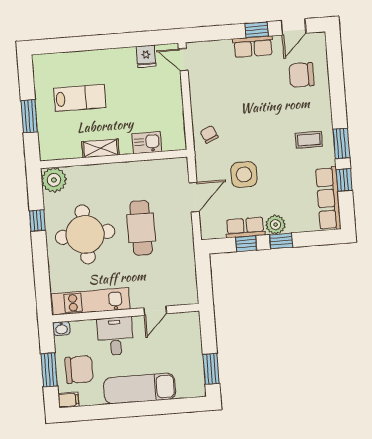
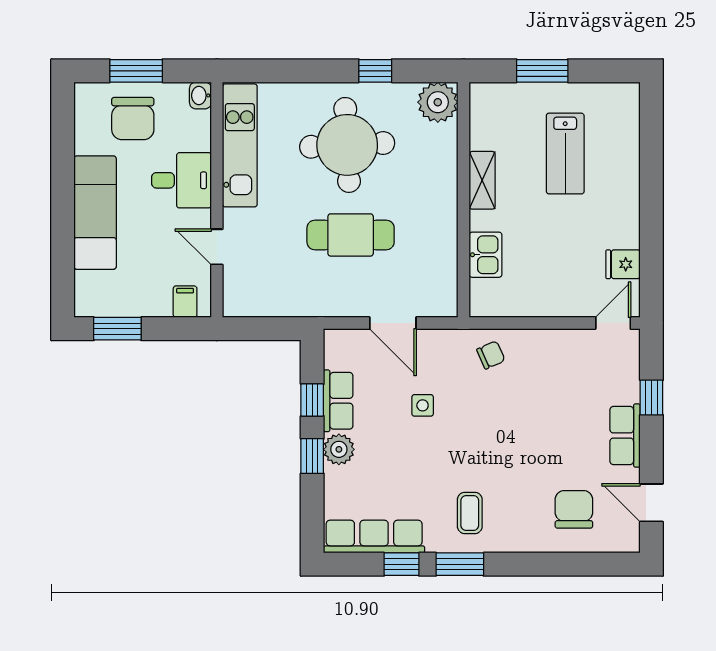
window: (257, 30) -> (651, 397), moved
side table: (244, 175) -> (423, 405), width x0.54, depth x0.54
filing cabinet: (68, 400) -> (185, 302), moved, turned 180

